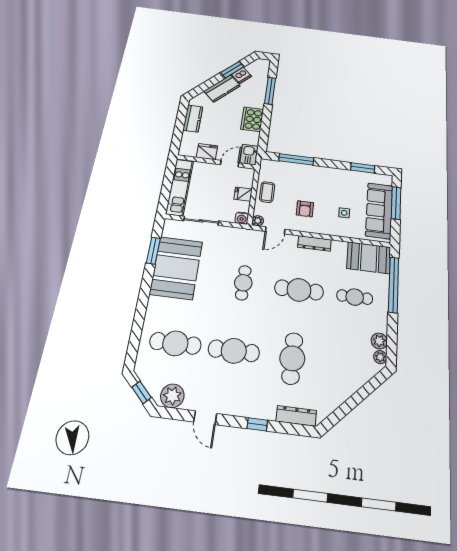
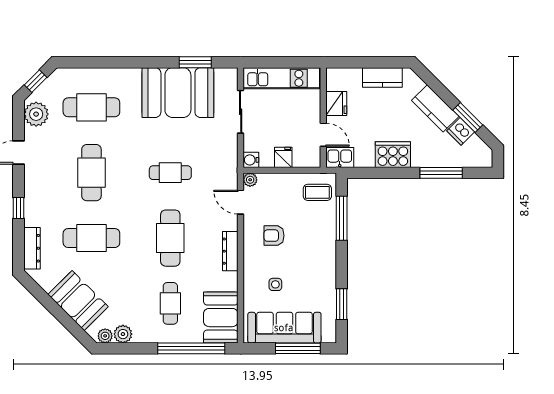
coffee table: (267, 192) -> (317, 192), moved
cafe table: (175, 343) -> (91, 107), turned 90
booth: (347, 378) -> (78, 301), added

